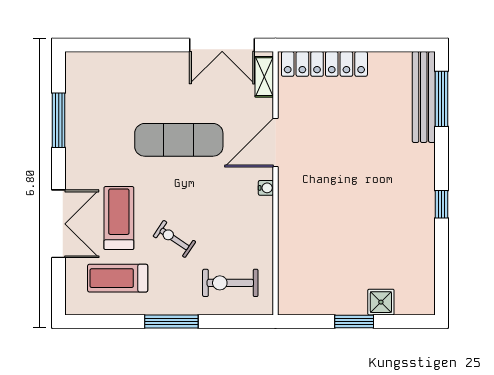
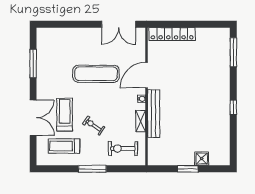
shelving: (264, 77) -> (141, 121), moved
bench: (424, 97) -> (154, 114), moved

